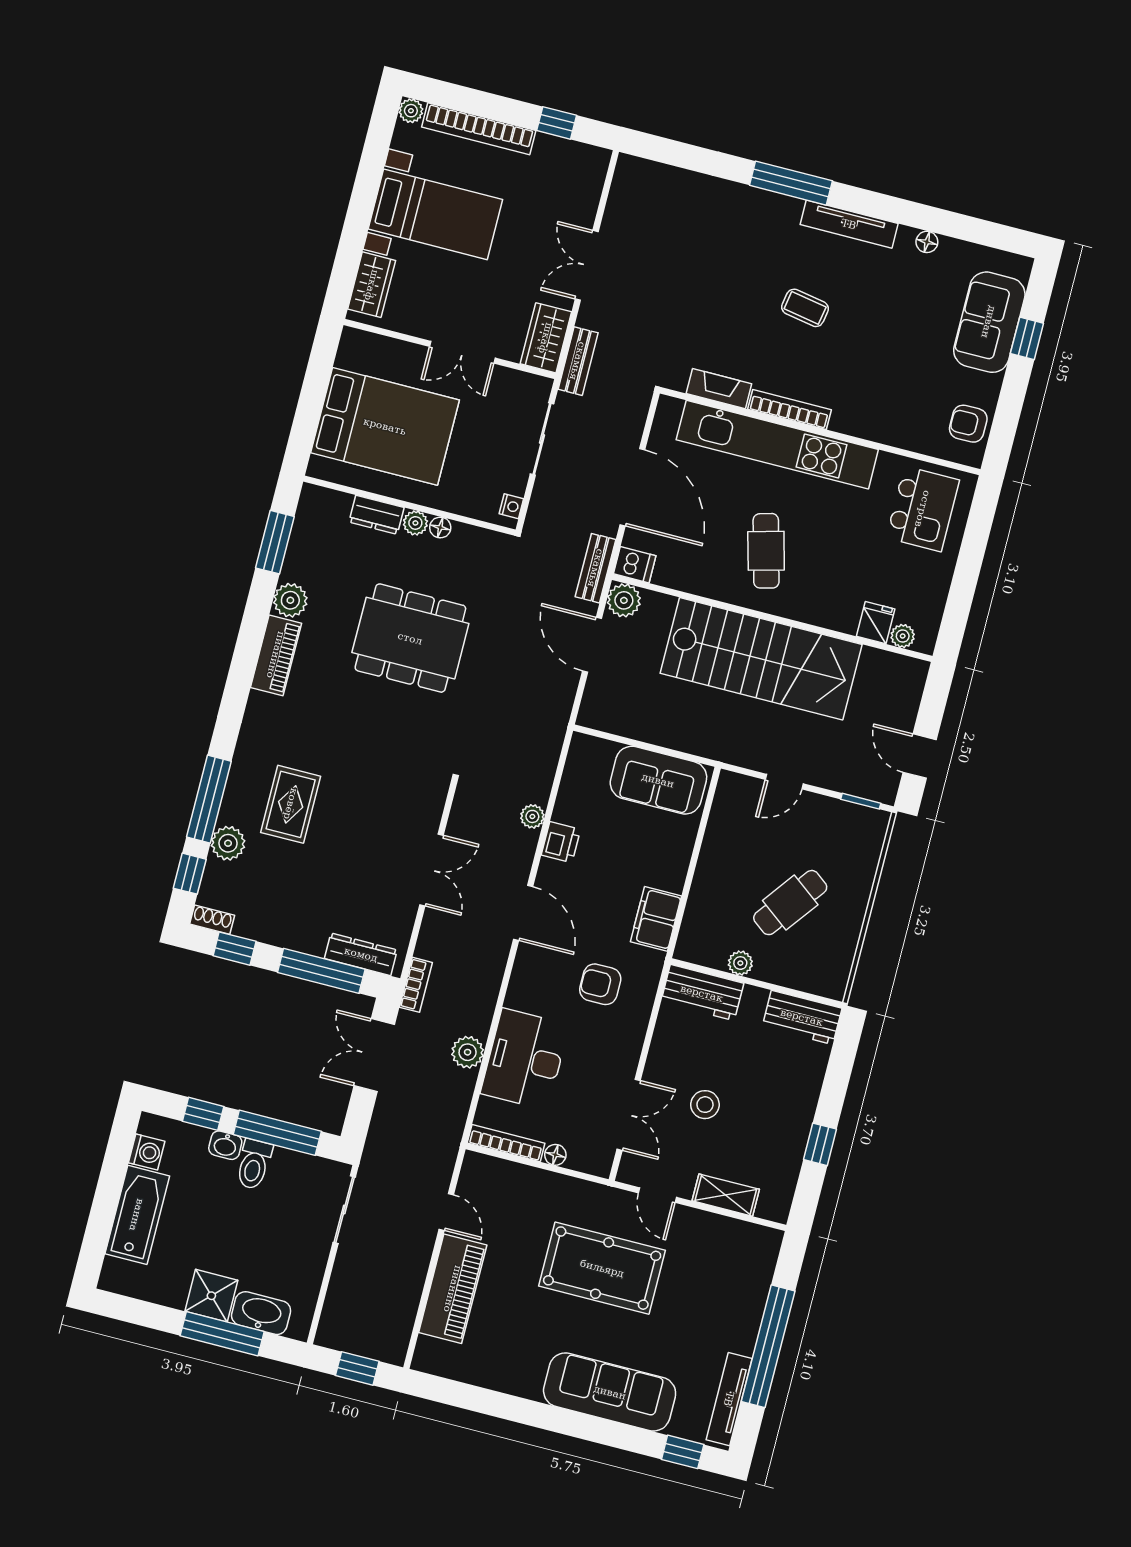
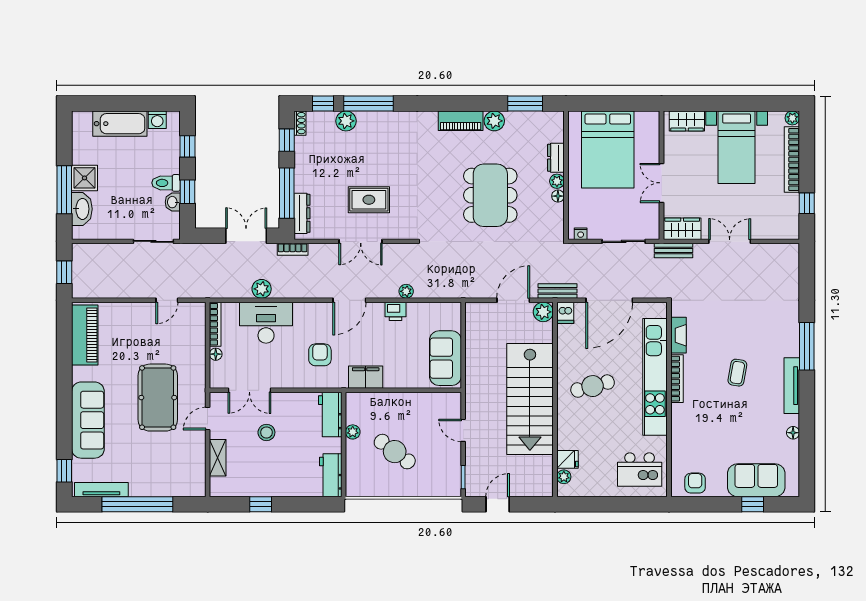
rug: (291, 804) -> (369, 200), moved
window: (277, 1133) -> (187, 192), width x0.46
washbasin: (225, 1145) -> (173, 202), moved
piano: (453, 1289) -> (85, 335), moved, turned -90

